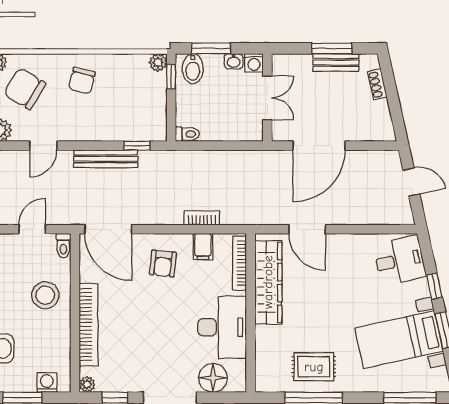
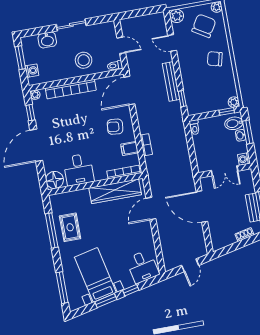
washbasin: (234, 61) -> (241, 135), moved
desk: (222, 327) -> (79, 170), width x0.73
floor lamp: (213, 378) -> (55, 180), moved

